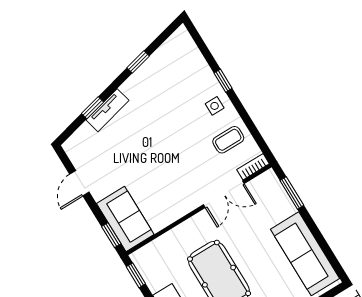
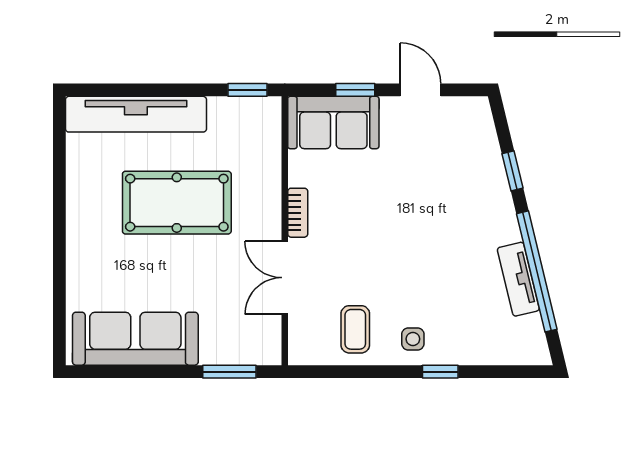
window: (138, 62) -> (537, 271), width x3.17
tv unit: (108, 110) -> (518, 279), moved
bookcase: (253, 167) -> (298, 213), moved
window: (111, 235) -> (355, 90), moved

